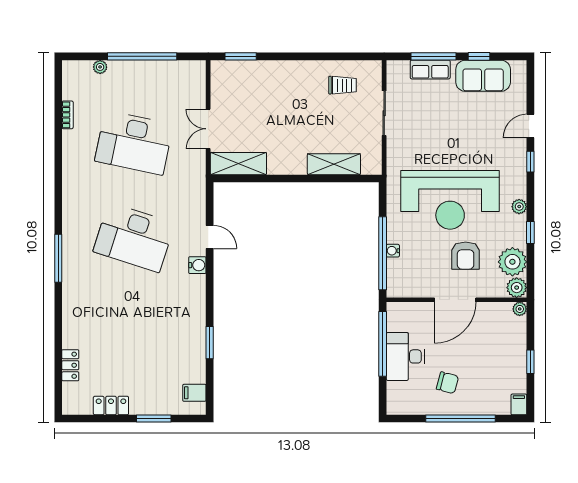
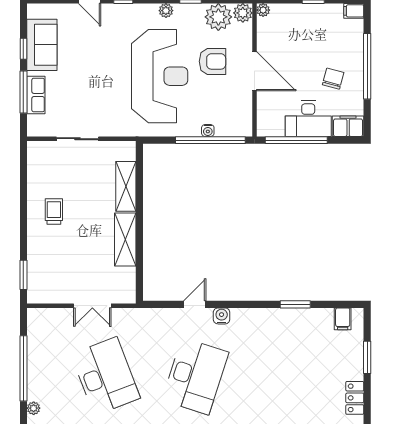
trolley: (342, 85) -> (54, 211), moved
desk: (134, 143) -> (105, 376), turned -33
shelving: (238, 164) -> (125, 239), moved
filing cabinet: (397, 398) -> (348, 126), added

